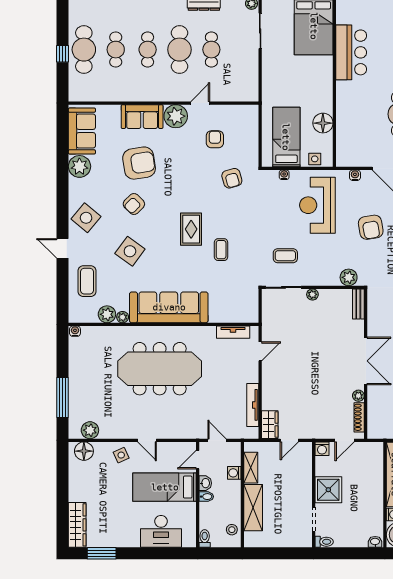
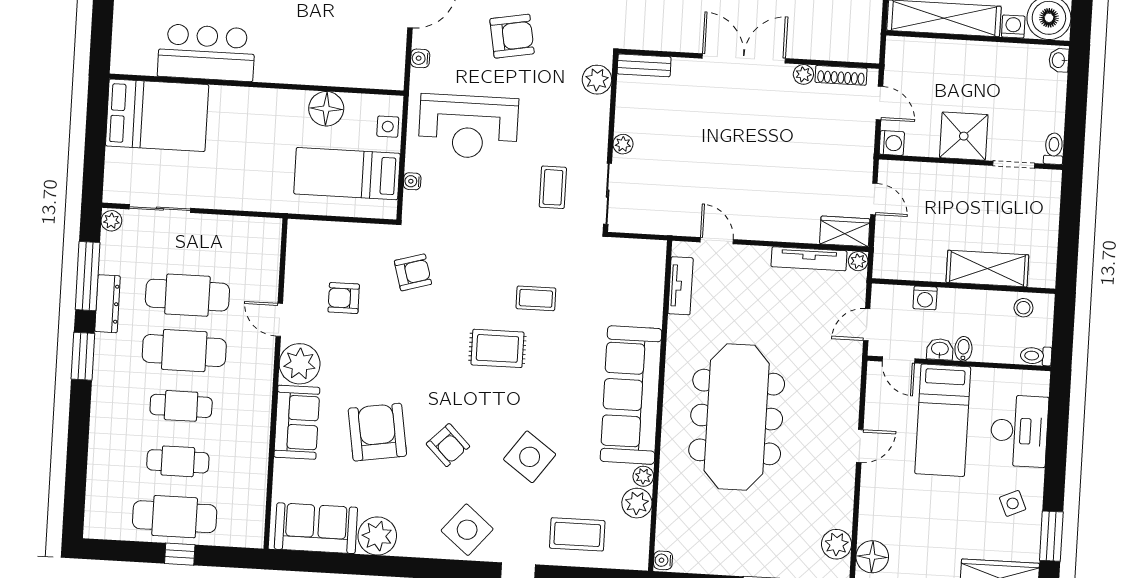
cafe table: (211, 50) -> (187, 295), width x1.37, depth x1.35
plant: (253, 433) -> (858, 261), added
side table: (121, 455) -> (1013, 503), moved
shelving: (251, 468) -> (918, 269), removed

